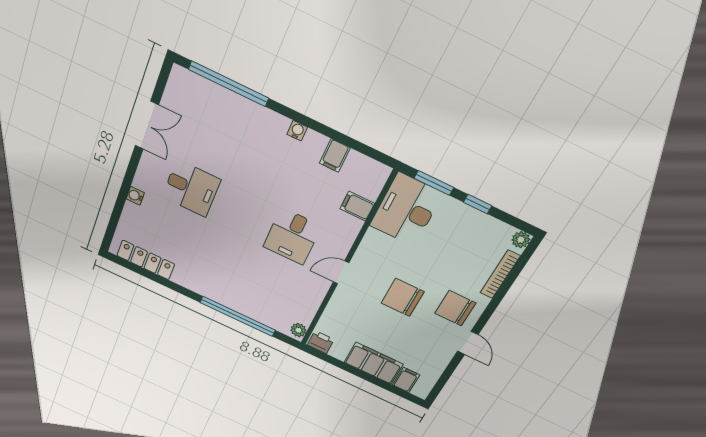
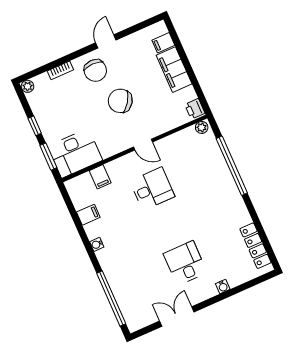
bookcase: (500, 274) -> (60, 70), width x0.64
chair: (403, 297) -> (120, 101), turned 124

